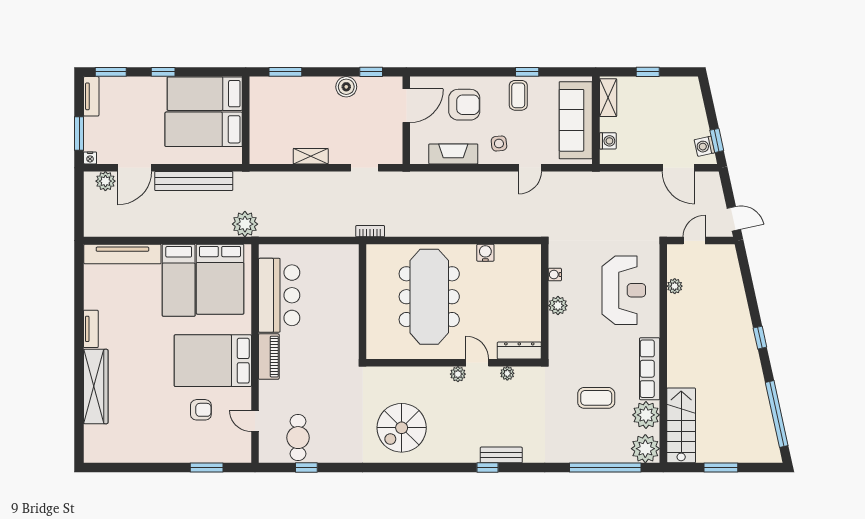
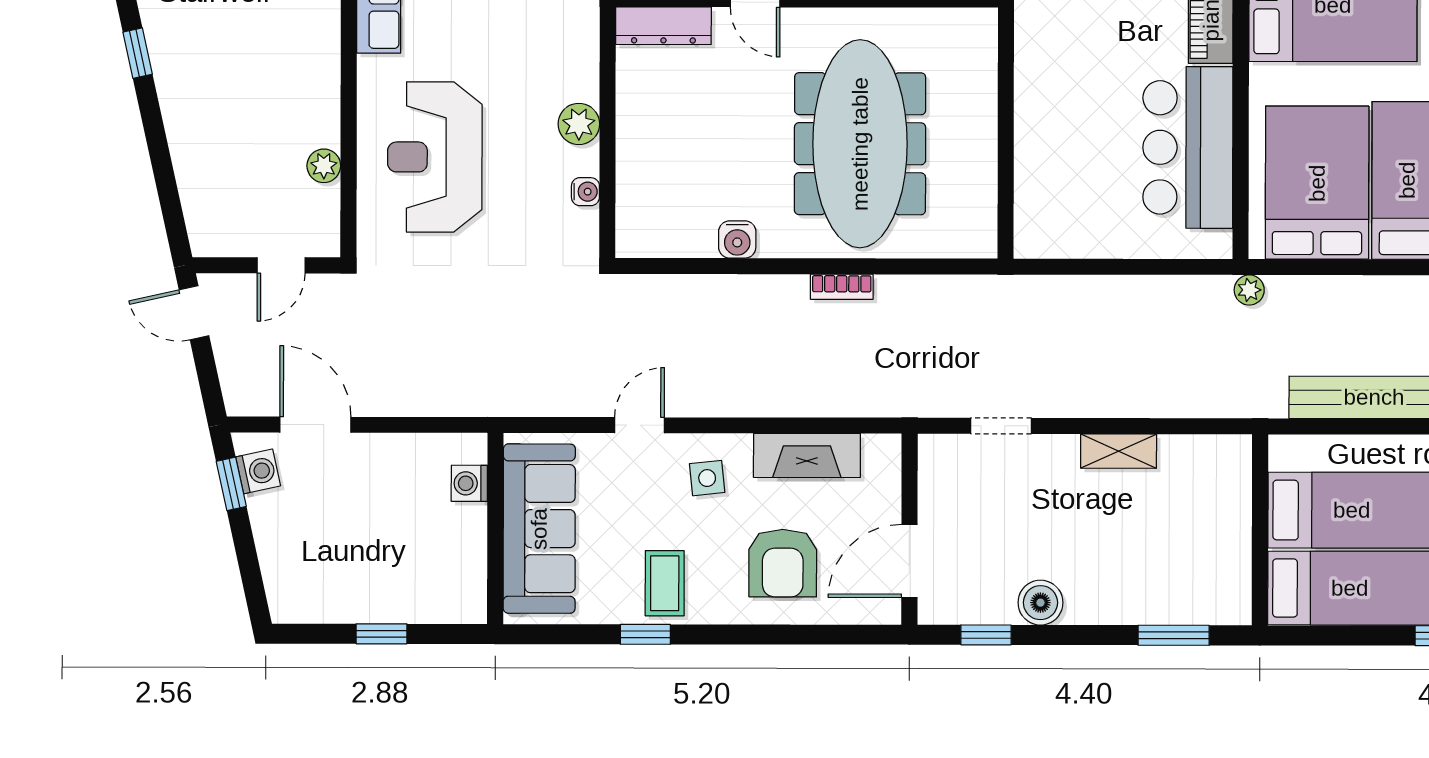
shelving: (608, 98) -> (469, 578), removed
armchair: (464, 105) -> (783, 563), turned -90
plant: (245, 224) -> (1249, 290), width x0.53, depth x0.53
bookcase: (370, 231) -> (842, 287), moved

